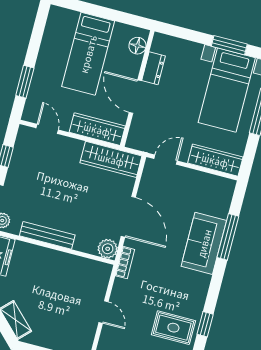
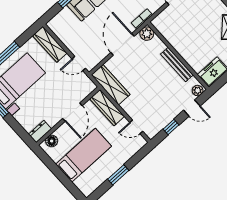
dresser: (154, 68) -> (40, 131), moved
window: (25, 82) -> (118, 175), moved
door: (47, 129) -> (136, 127), hinge flipped

